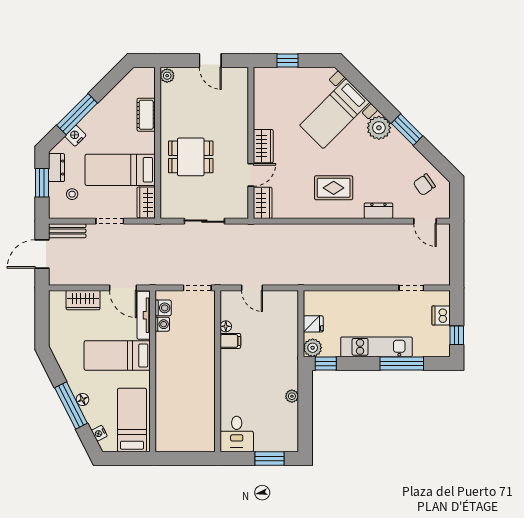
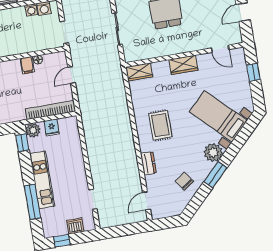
door: (251, 175) -> (220, 49), moved
chair: (424, 185) -> (184, 181), moved
bookcase: (291, 322) -> (50, 110), added

